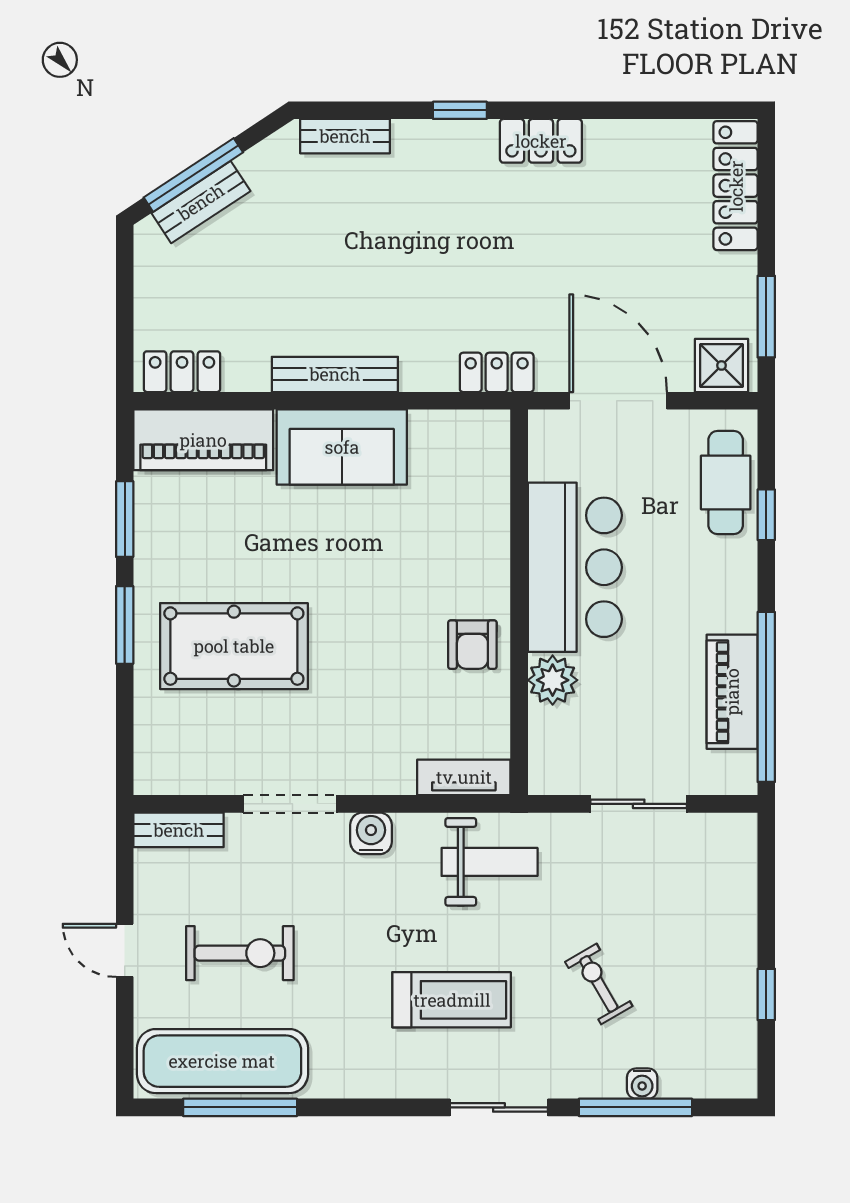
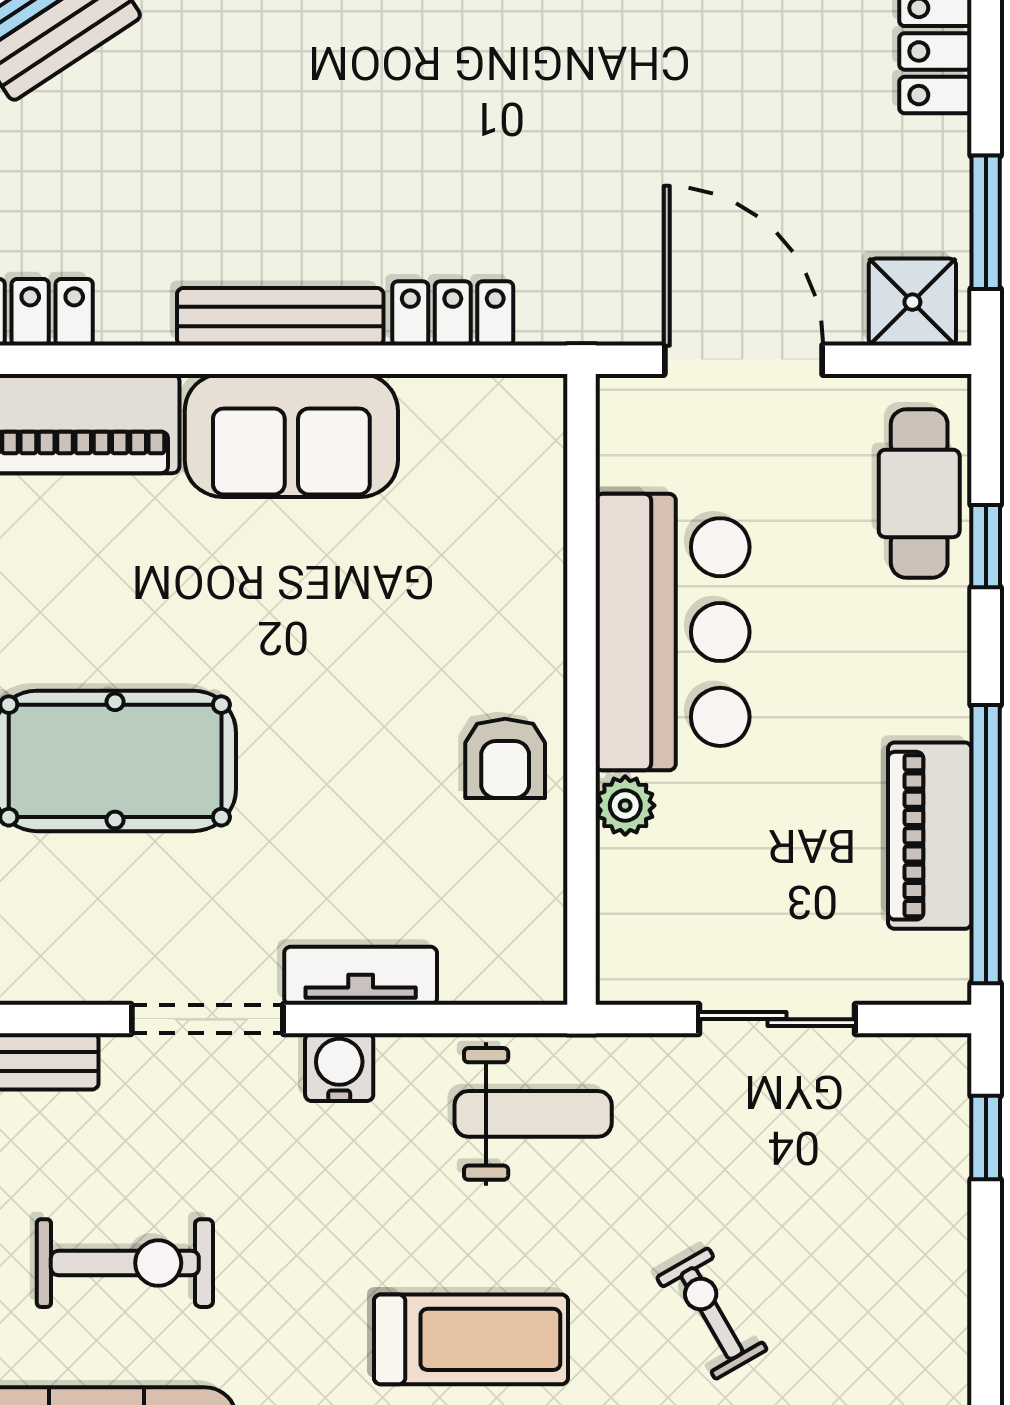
locker: (497, 372) -> (453, 313), moved
plant: (553, 680) -> (625, 805), width x0.73, depth x0.73
tv unit: (464, 777) -> (361, 976), moved
window: (766, 994) -> (986, 1138), moved

